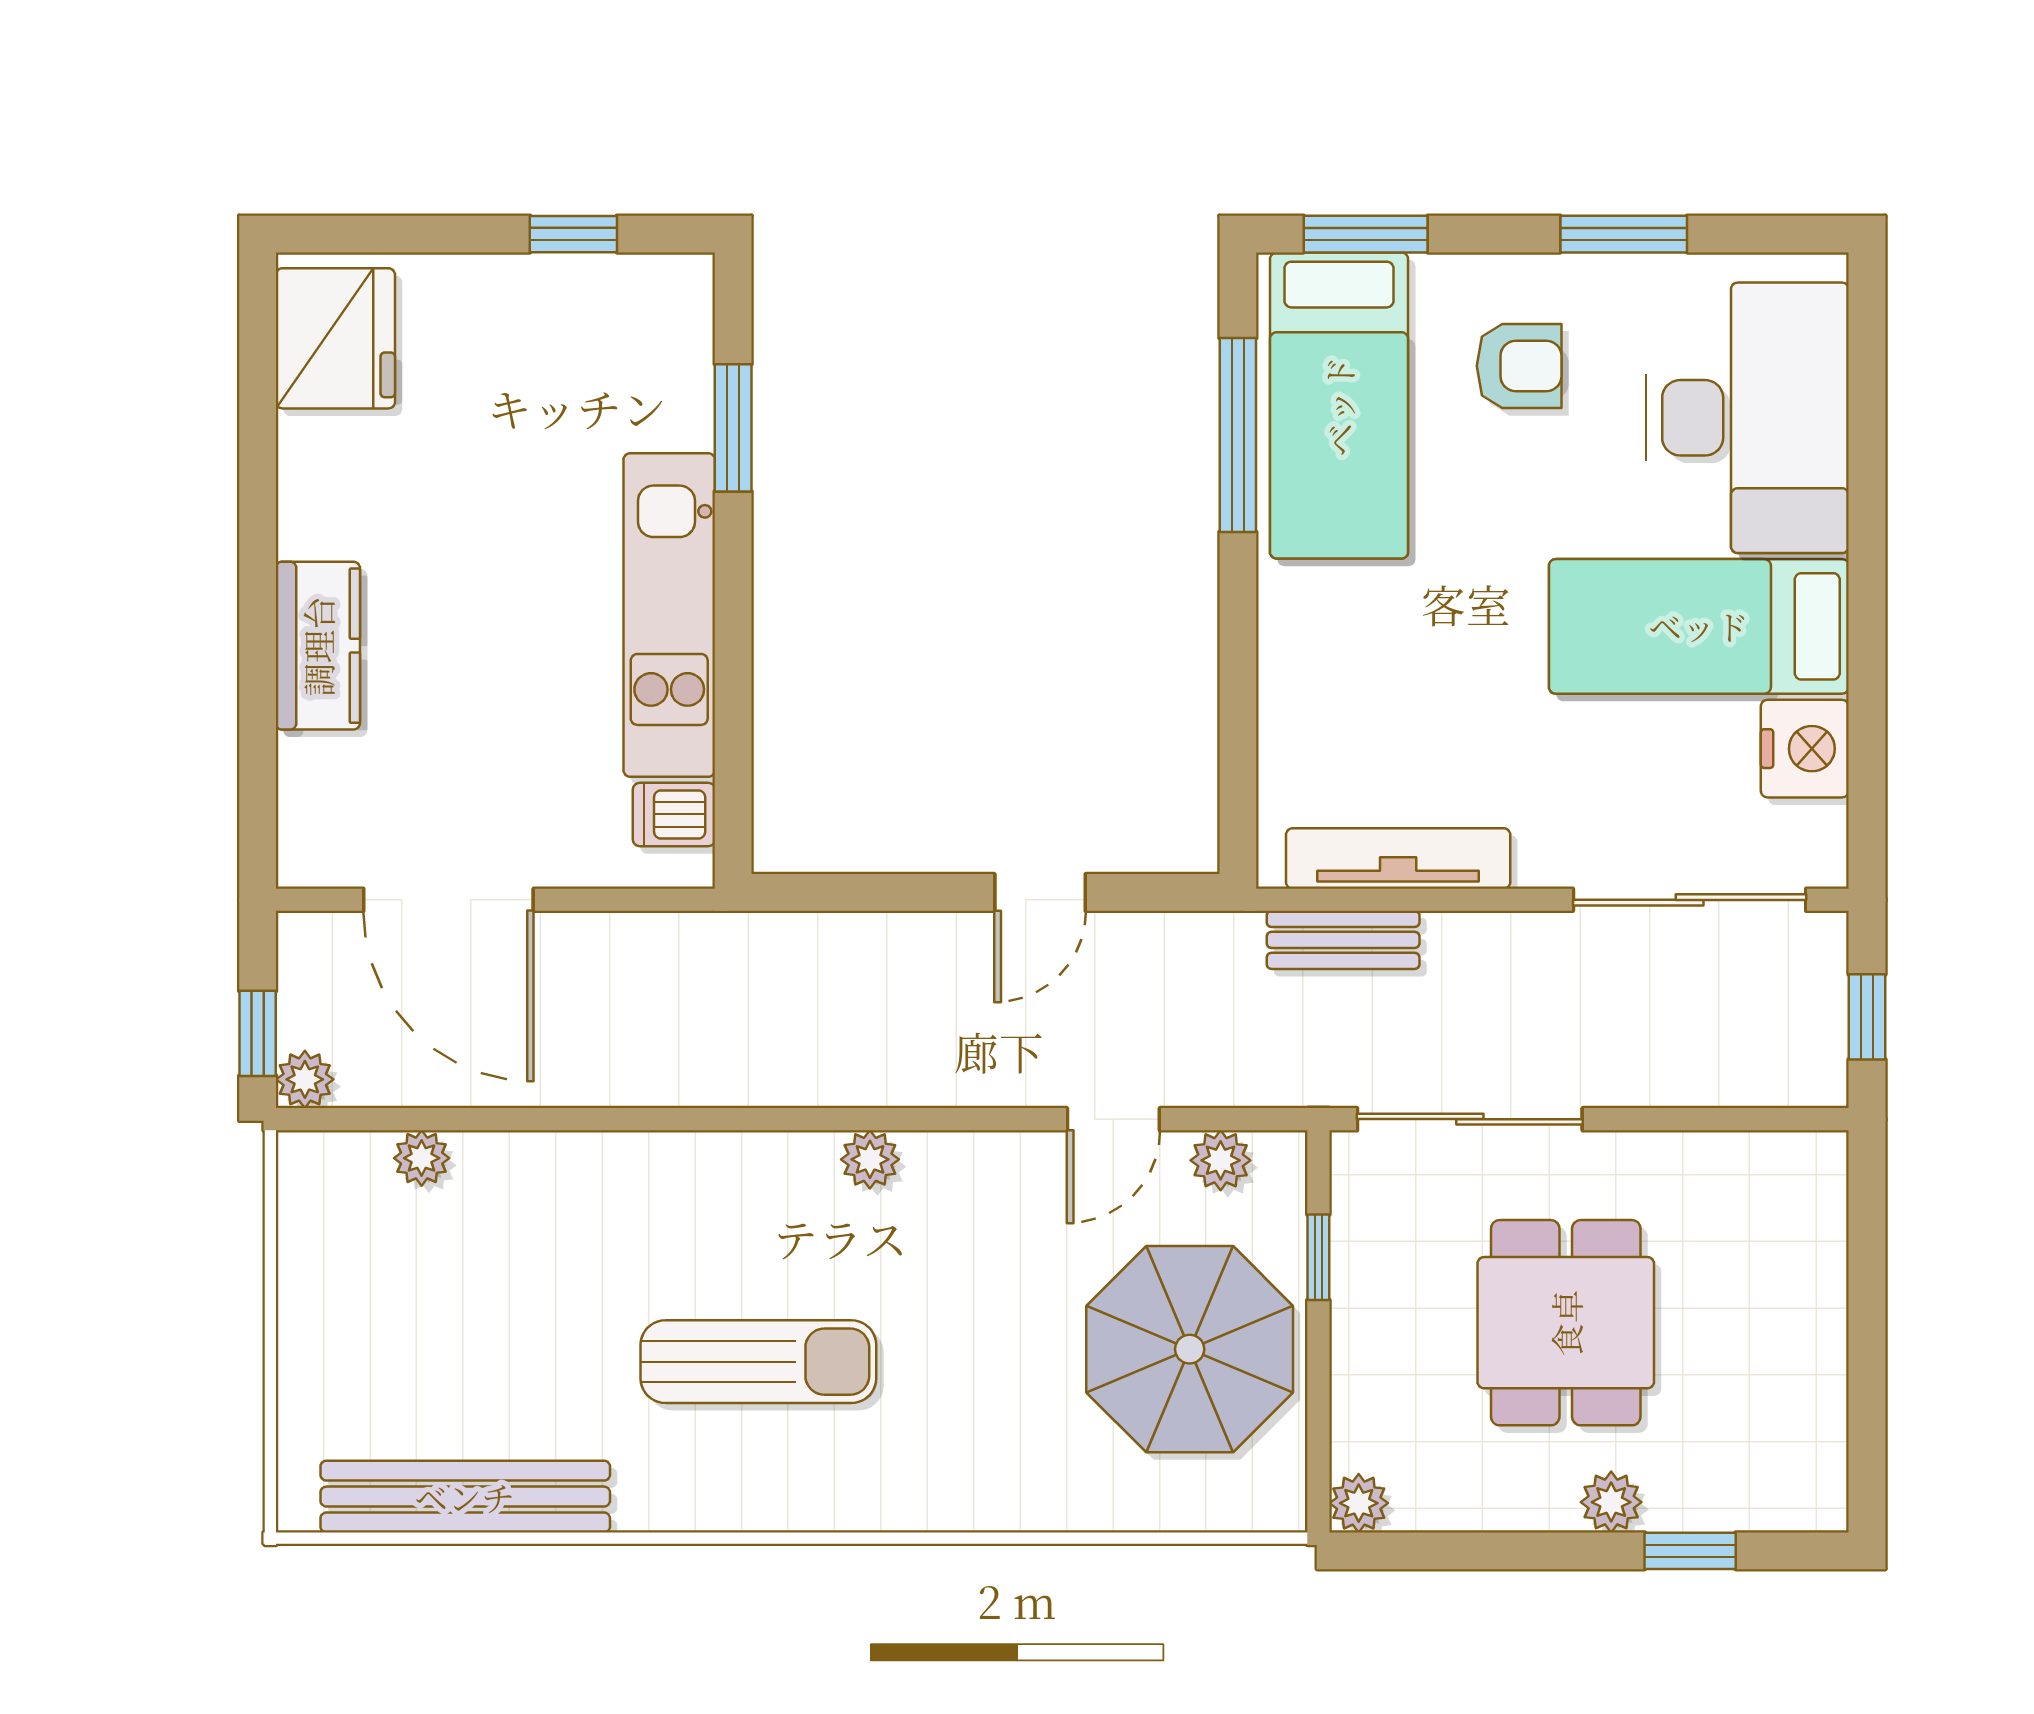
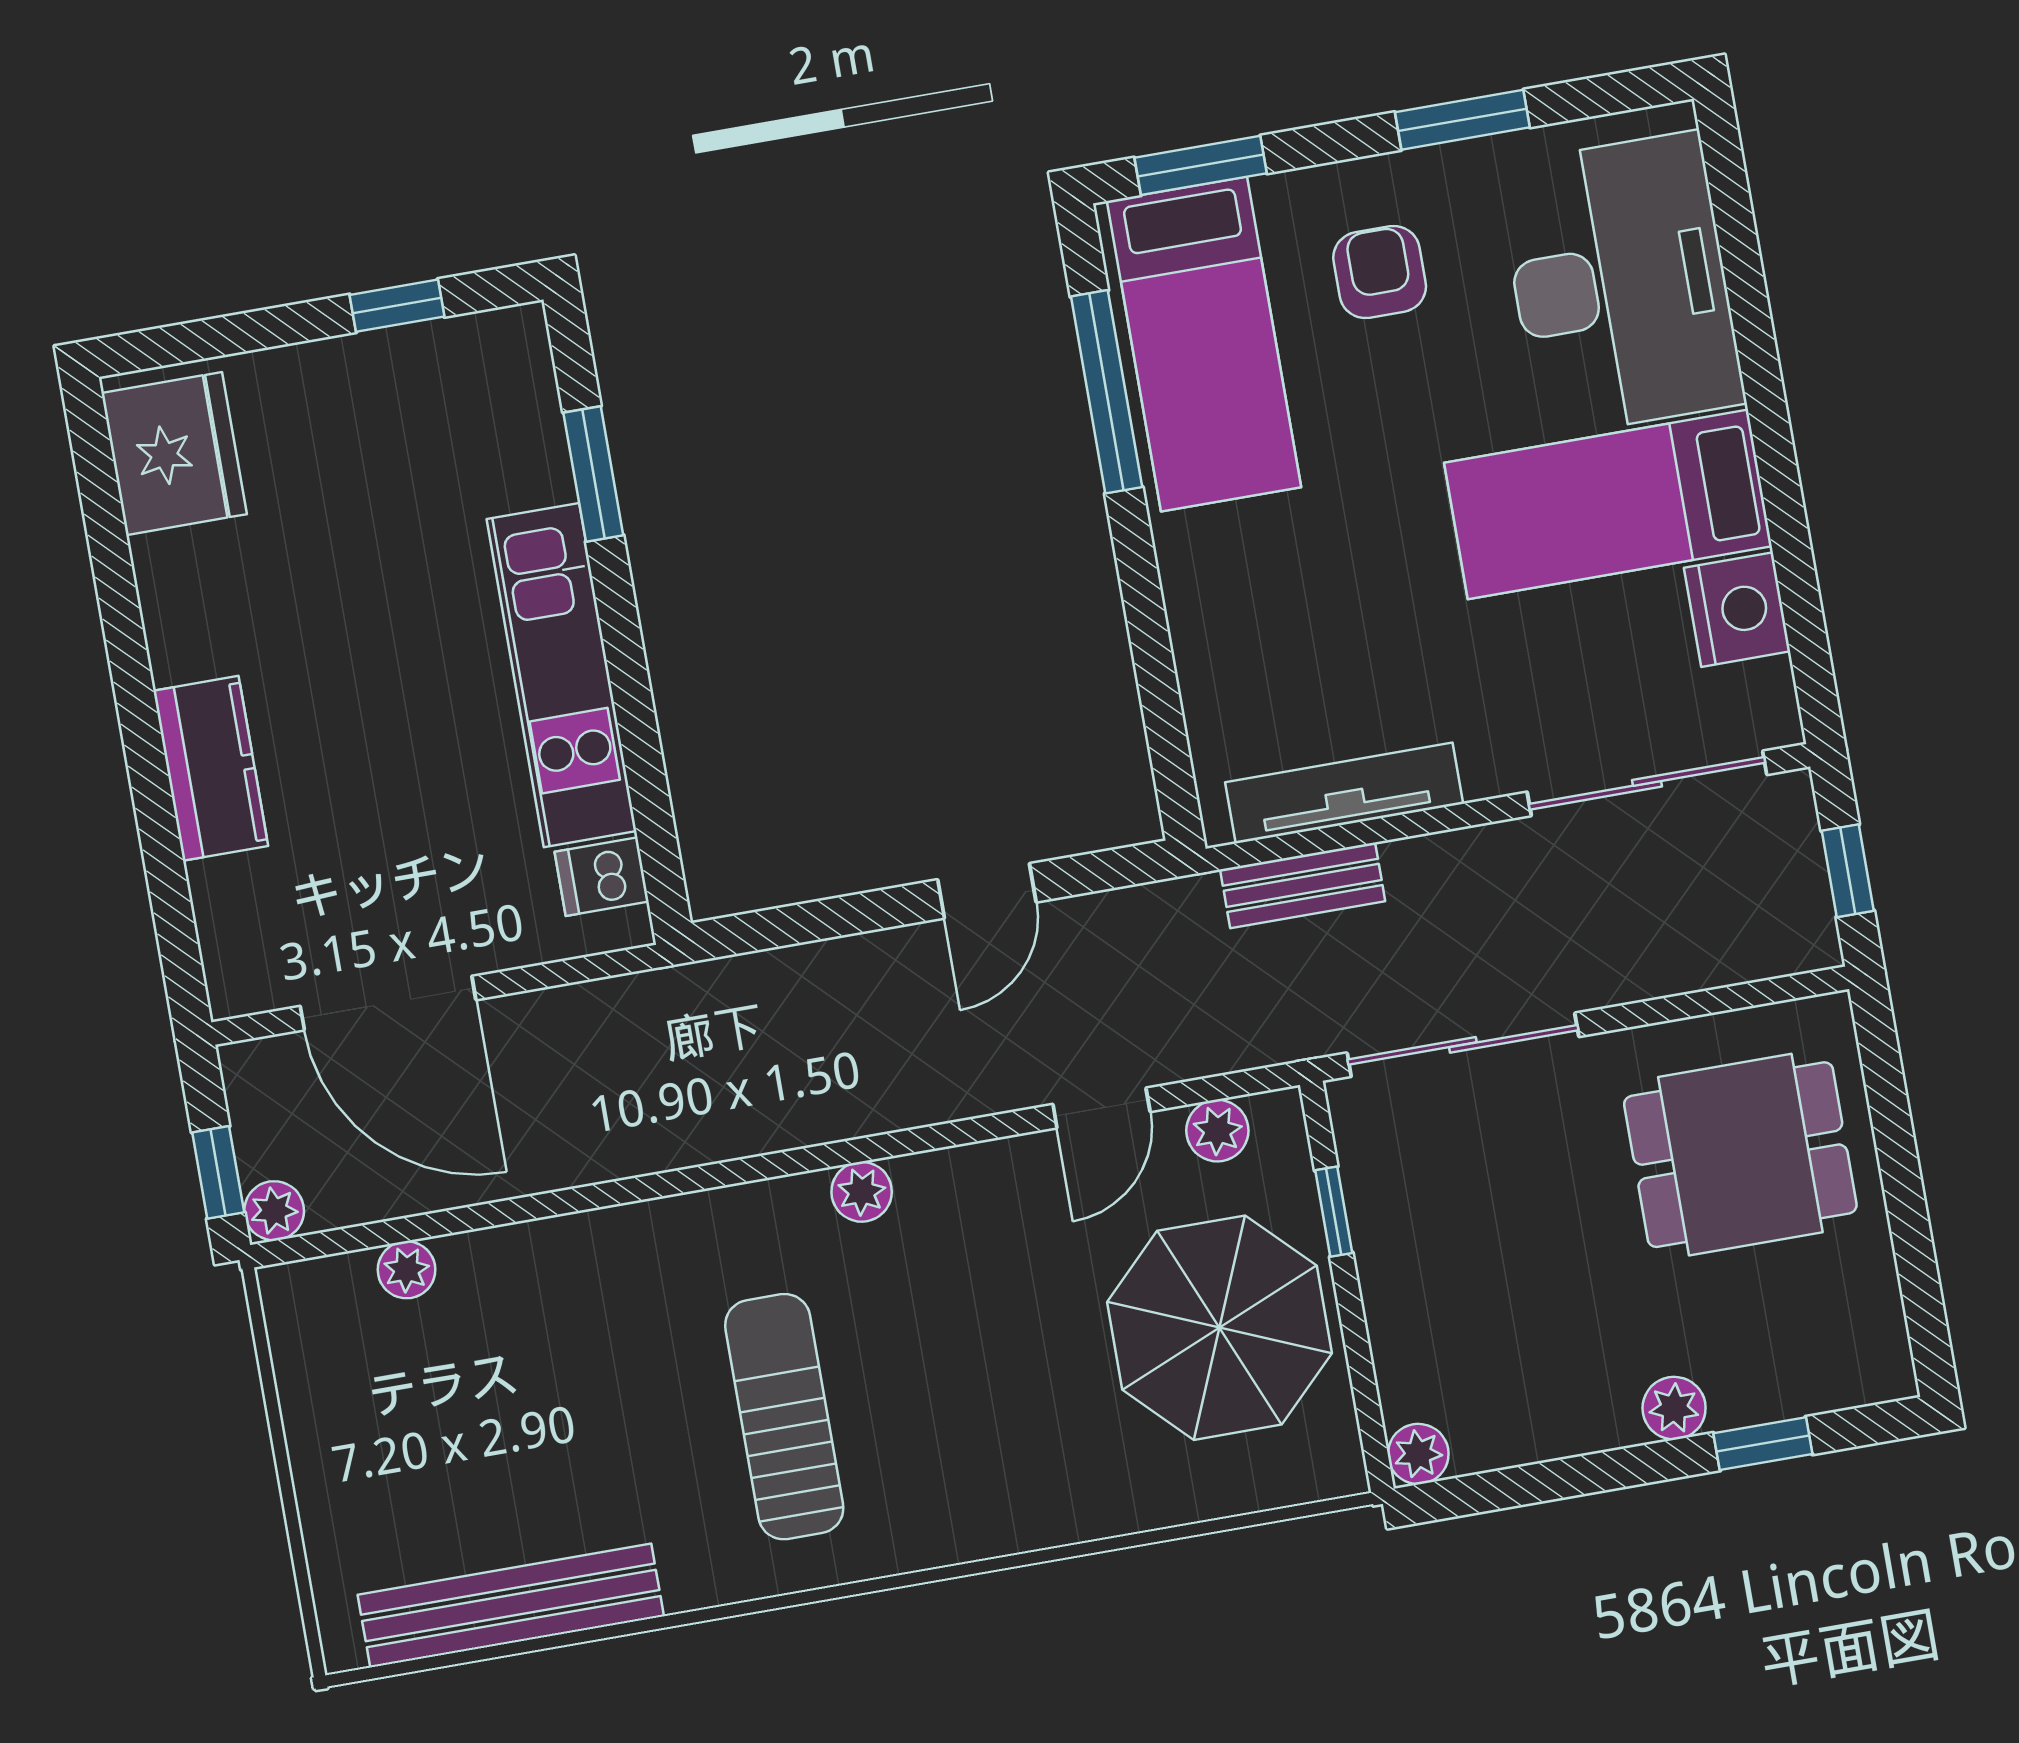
armchair: (1519, 366) -> (1380, 272), turned -90
dining table: (1566, 1323) -> (1740, 1155), moved, turned 90
sun lounger: (758, 1362) -> (784, 1417), turned -90

